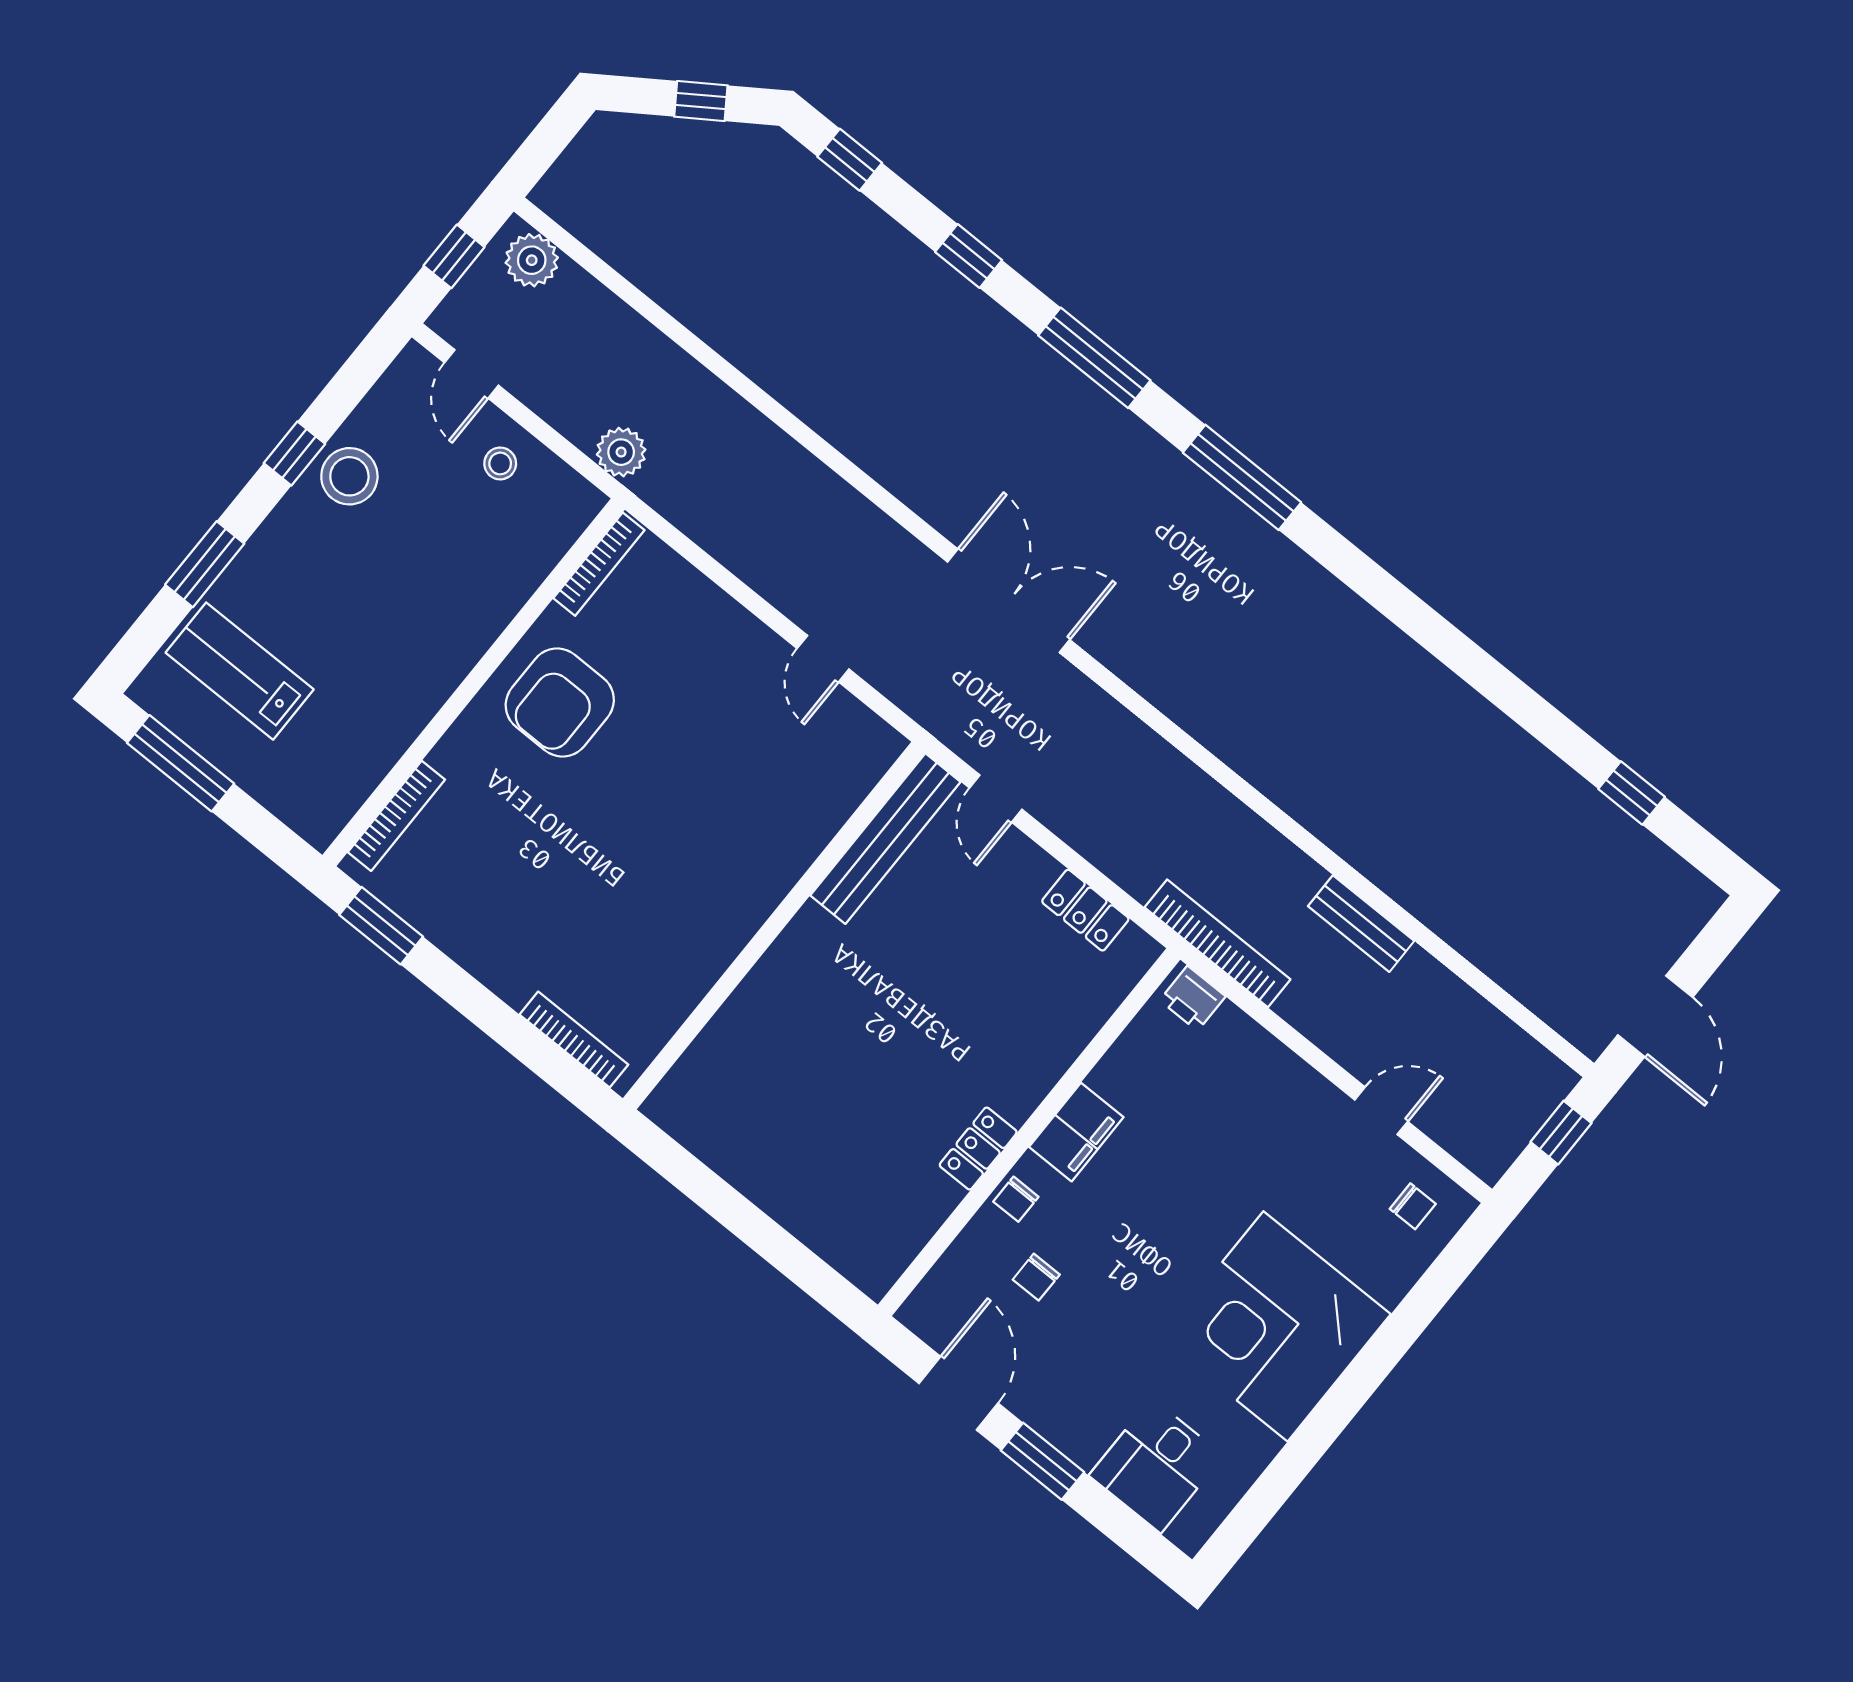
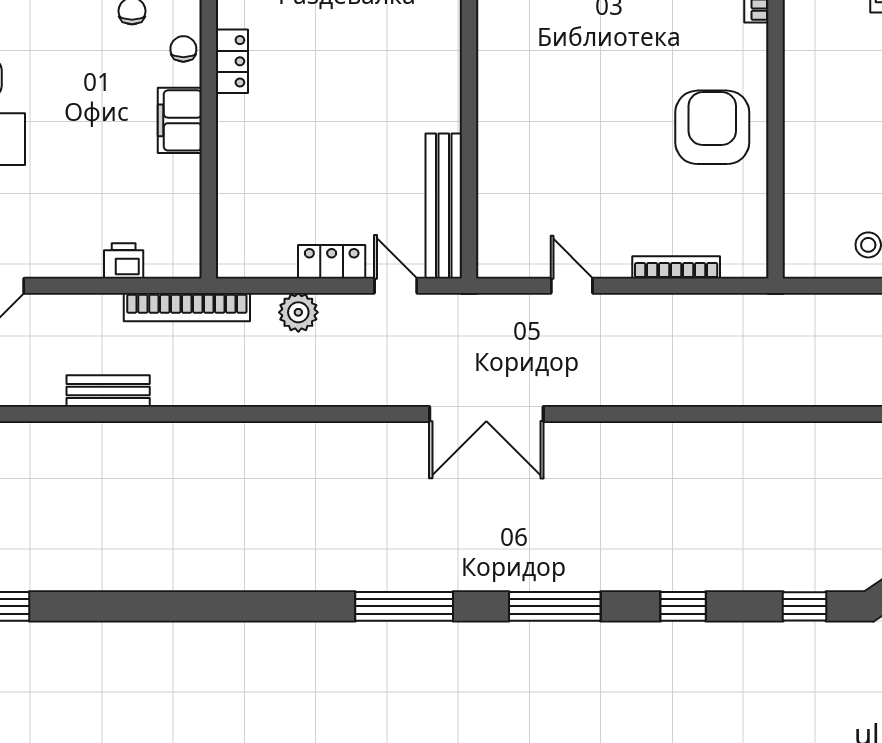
plant: (621, 452) -> (298, 312), moved
bookcase: (599, 564) -> (676, 267), moved, turned 90
locker: (1085, 910) -> (332, 262), moved
printer: (1193, 998) -> (124, 261), moved

